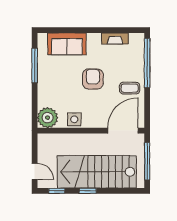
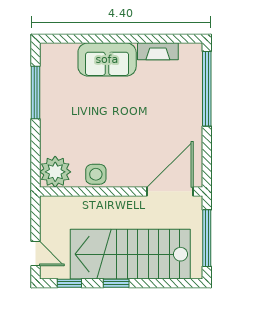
sofa: (67, 44) -> (107, 59), moved
armchair: (93, 79) -> (124, 113), removed
coffee table: (130, 88) -> (180, 127), removed

